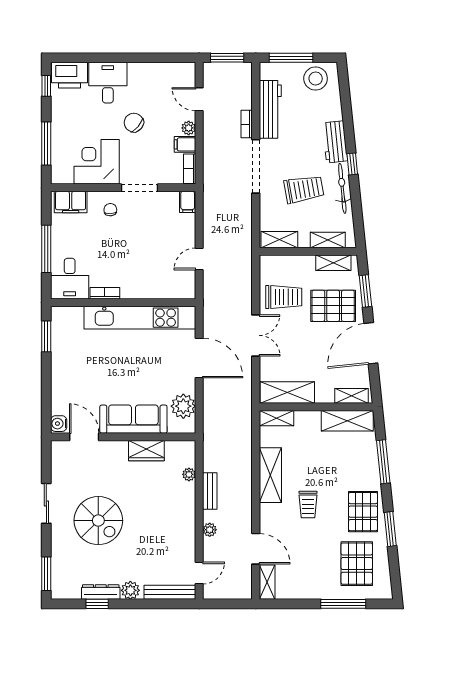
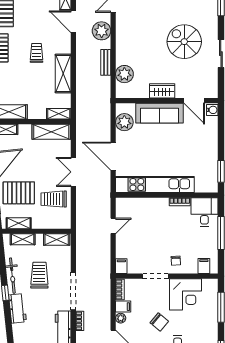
trolley: (304, 189) -> (39, 275), turned 100
filing cabinet: (71, 202) -> (204, 266), width x0.50
wardrobe: (146, 451) -> (162, 91), moved
plant: (189, 474) -> (124, 74), width x1.88, depth x1.88
plant: (210, 530) -> (102, 31), width x1.87, depth x1.87

